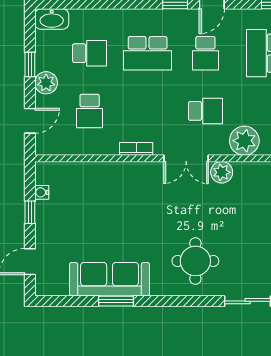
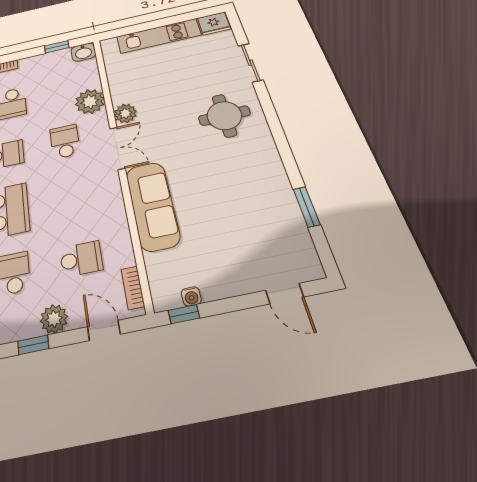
bookcase: (136, 149) -> (133, 288), moved
window: (30, 212) -> (184, 314), moved
sofa: (110, 279) -> (152, 206), moved, turned 180
window: (116, 301) -> (307, 207), moved

